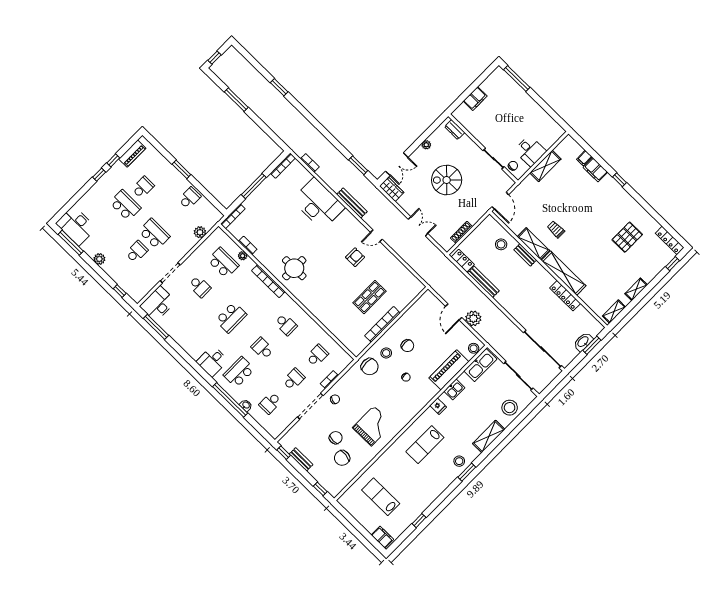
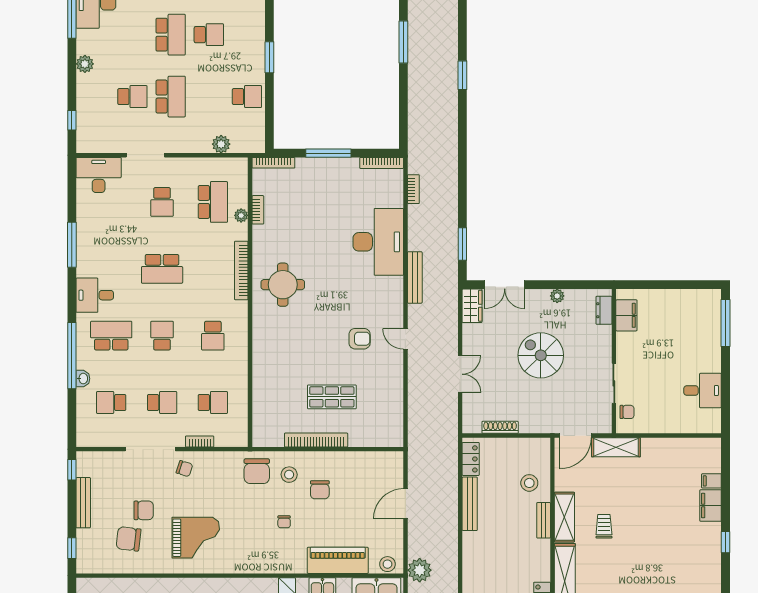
filing cabinet: (475, 99) -> (626, 315), moved, turned -90
desk: (530, 151) -> (703, 391), moved, turned -90
shelving: (545, 166) -> (616, 447), moved
plant: (473, 318) -> (420, 570), moved
window: (156, 327) -> (72, 245), moved
bench: (301, 459) -> (83, 503), width x1.36

